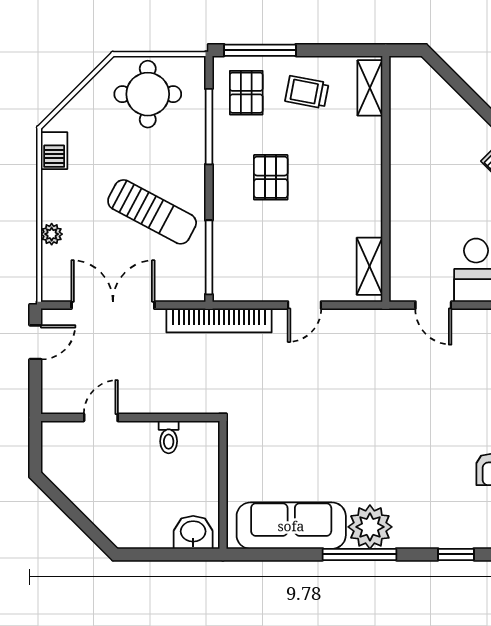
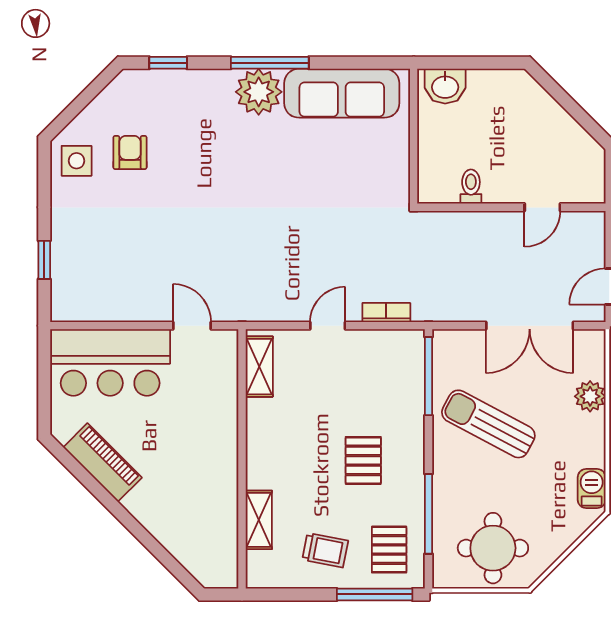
shelving: (370, 88) -> (259, 520), moved
plant: (52, 234) -> (590, 396), width x1.38, depth x1.38
bookcase: (219, 320) -> (386, 312), width x0.43, depth x0.76

